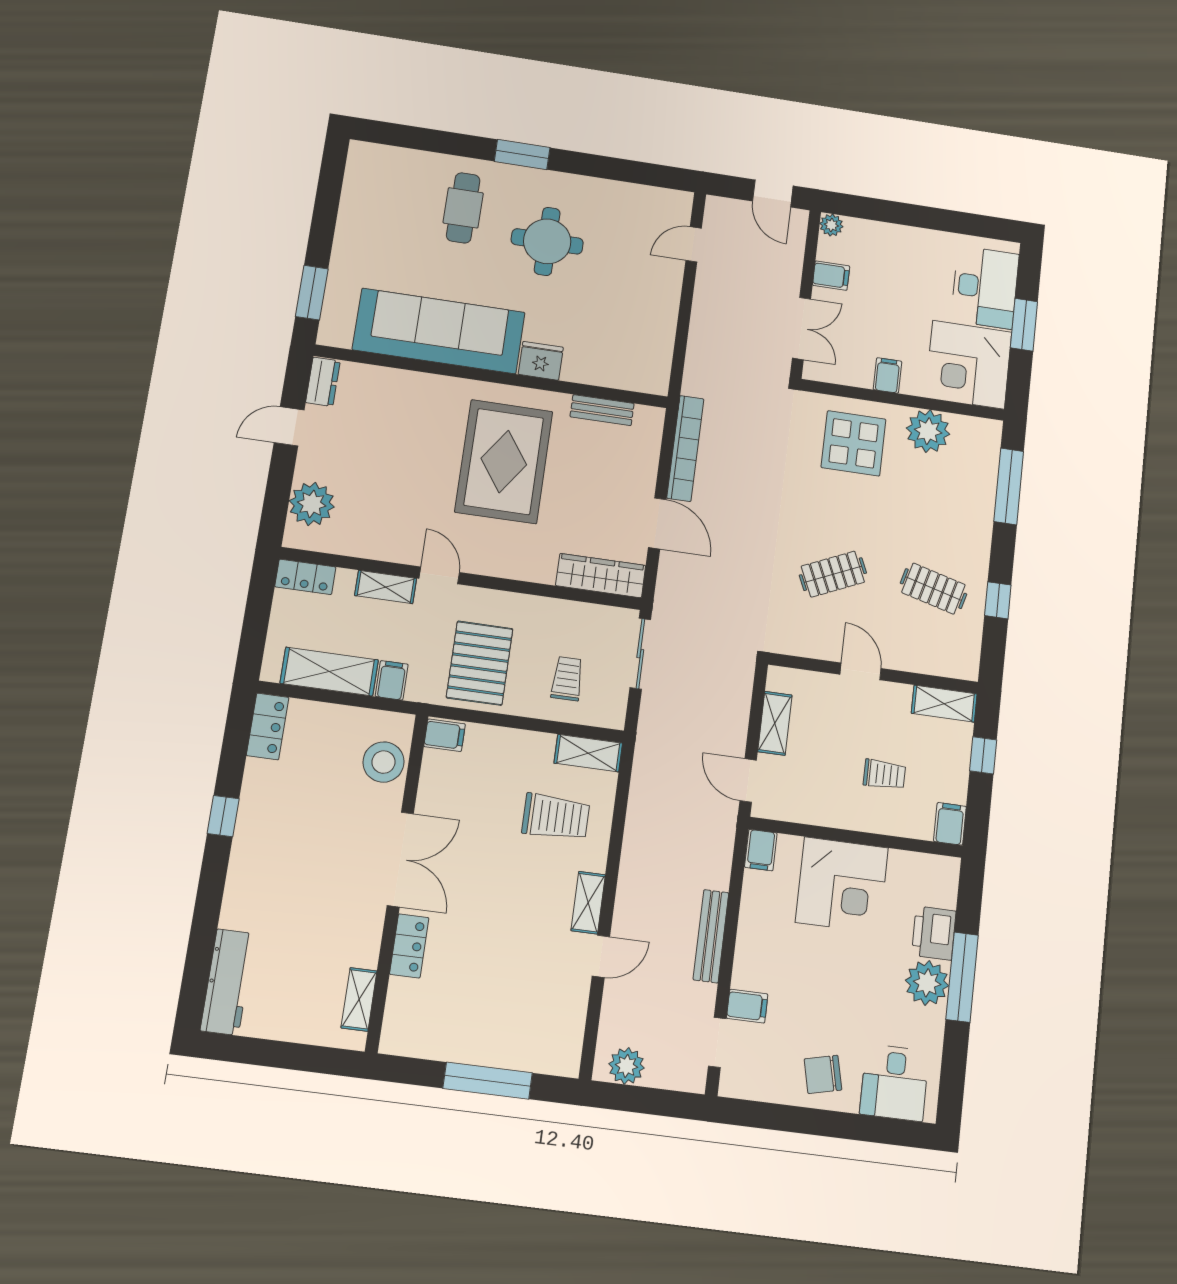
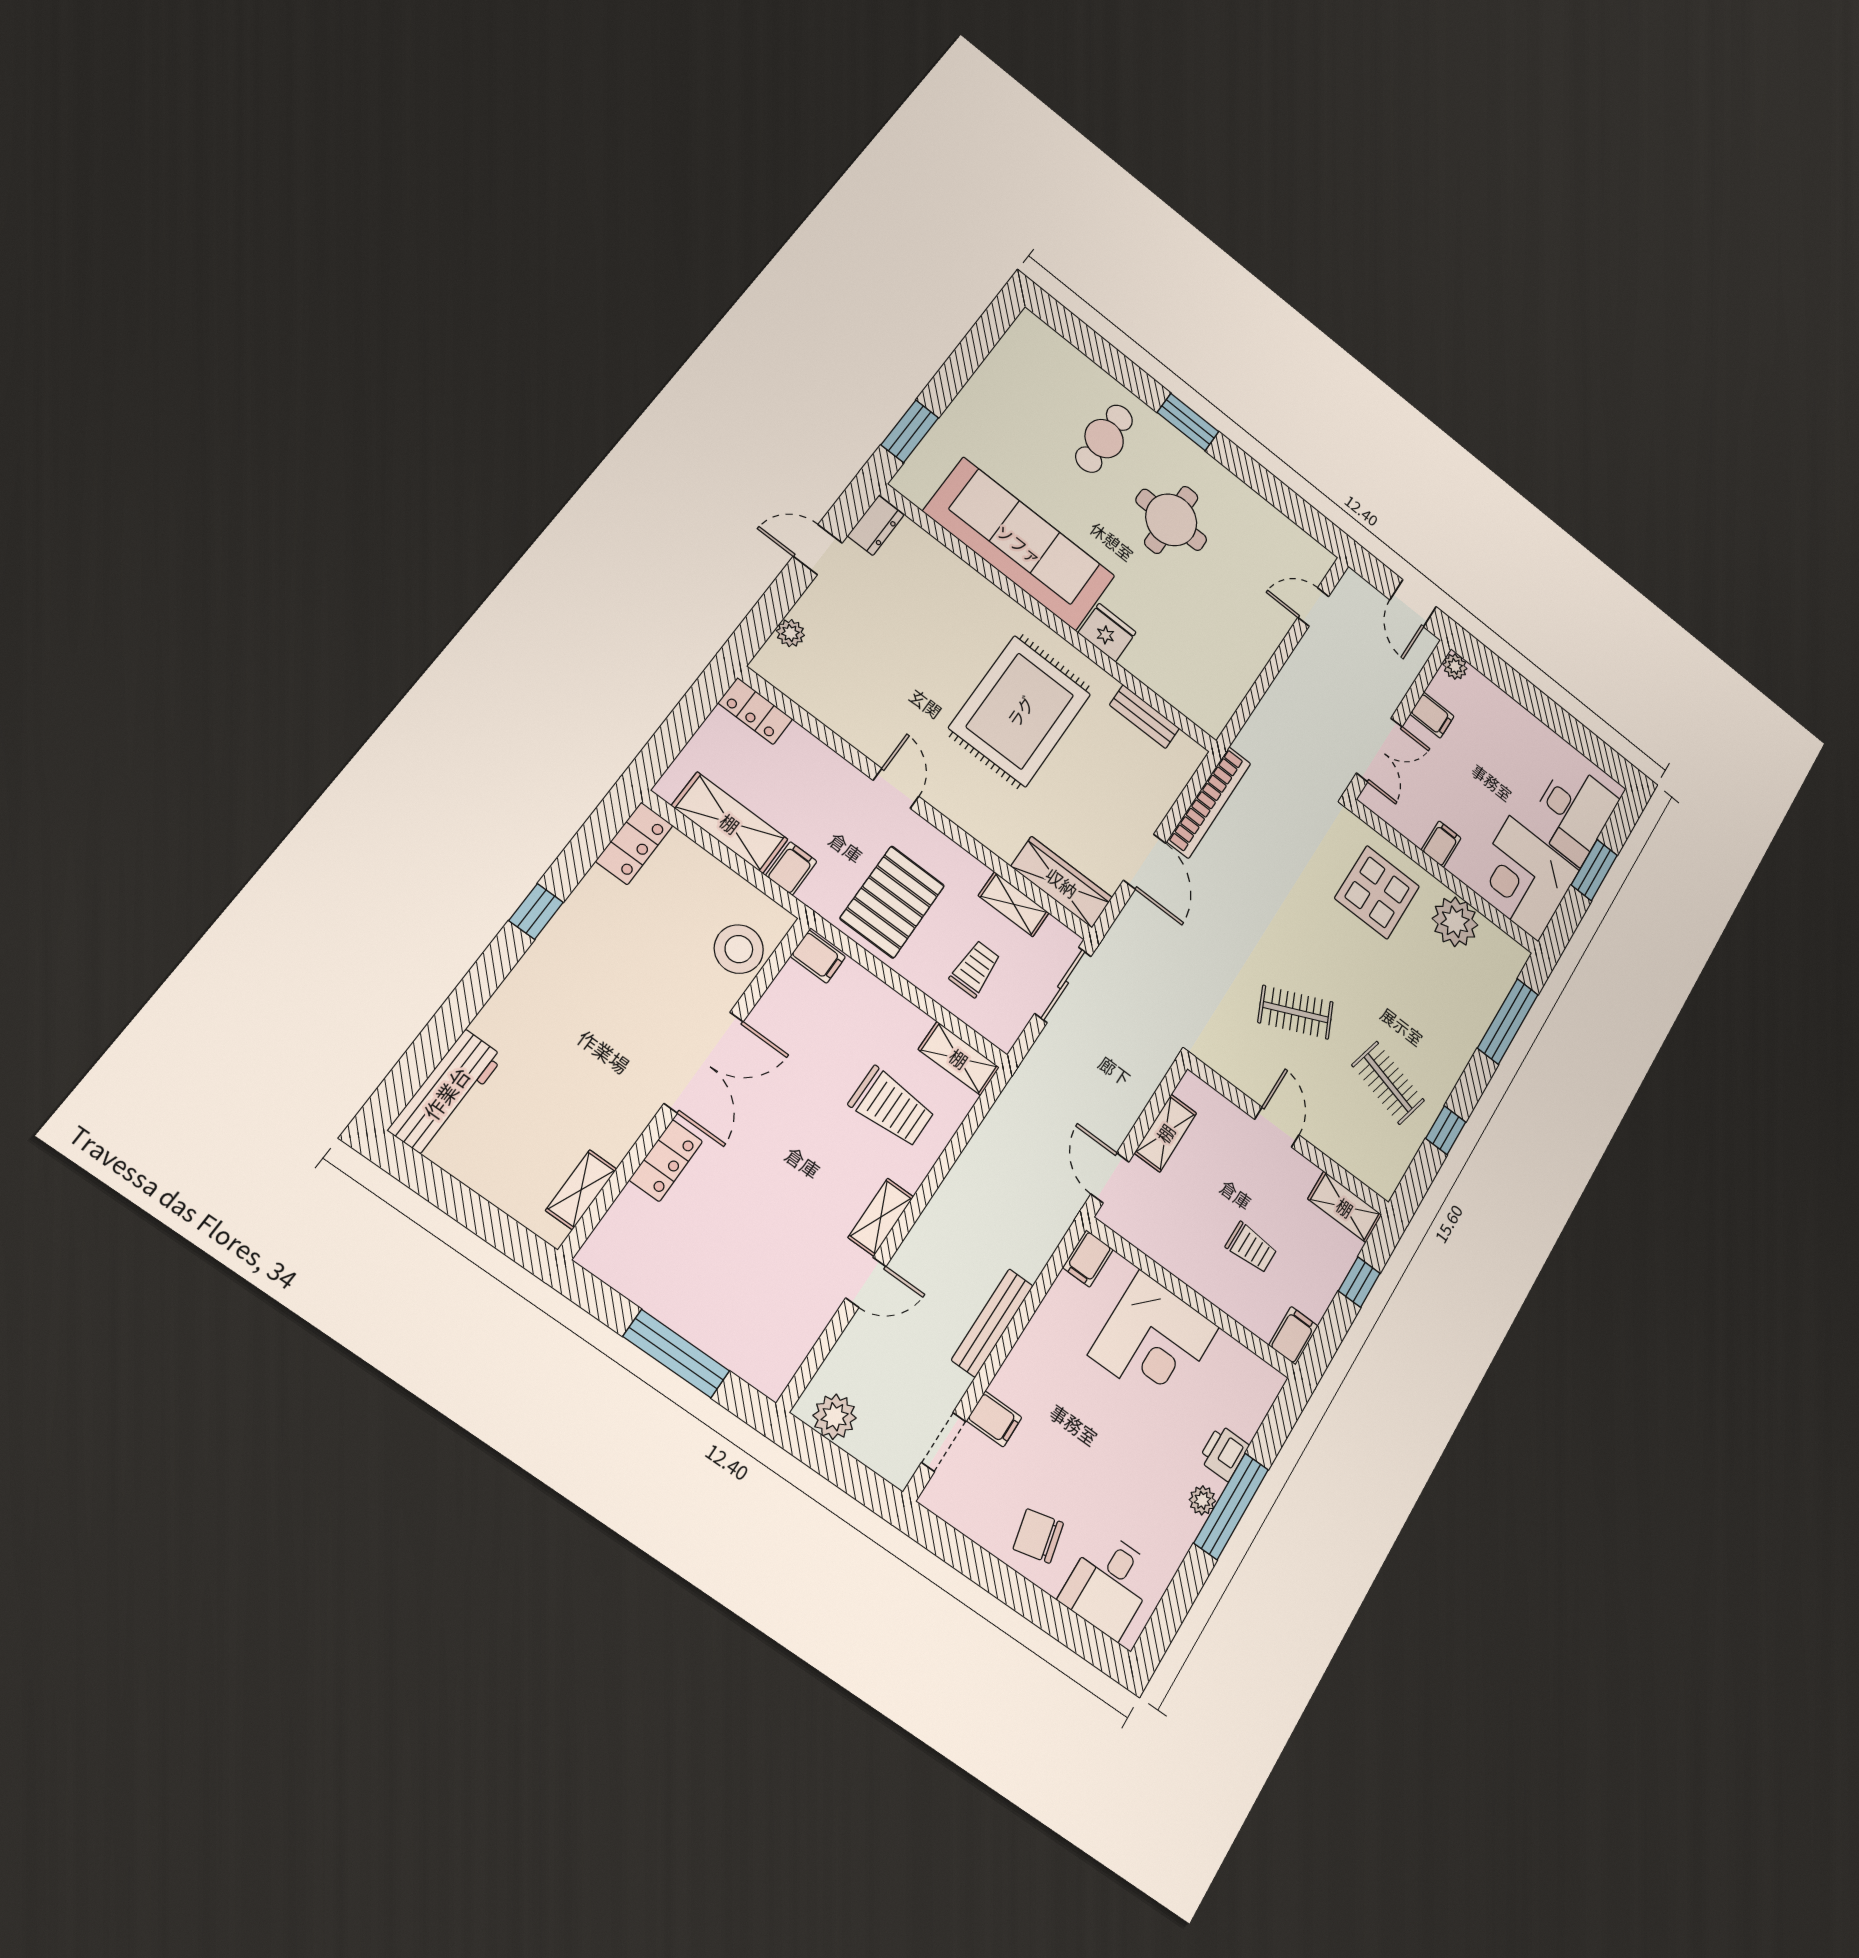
plant: (312, 504) -> (790, 633), width x0.53, depth x0.53
shelving: (386, 587) -> (1014, 904), moved
printer: (934, 933) -> (1224, 1453), width x0.73, depth x0.81
plant: (927, 983) -> (1202, 1500), width x0.53, depth x0.53

